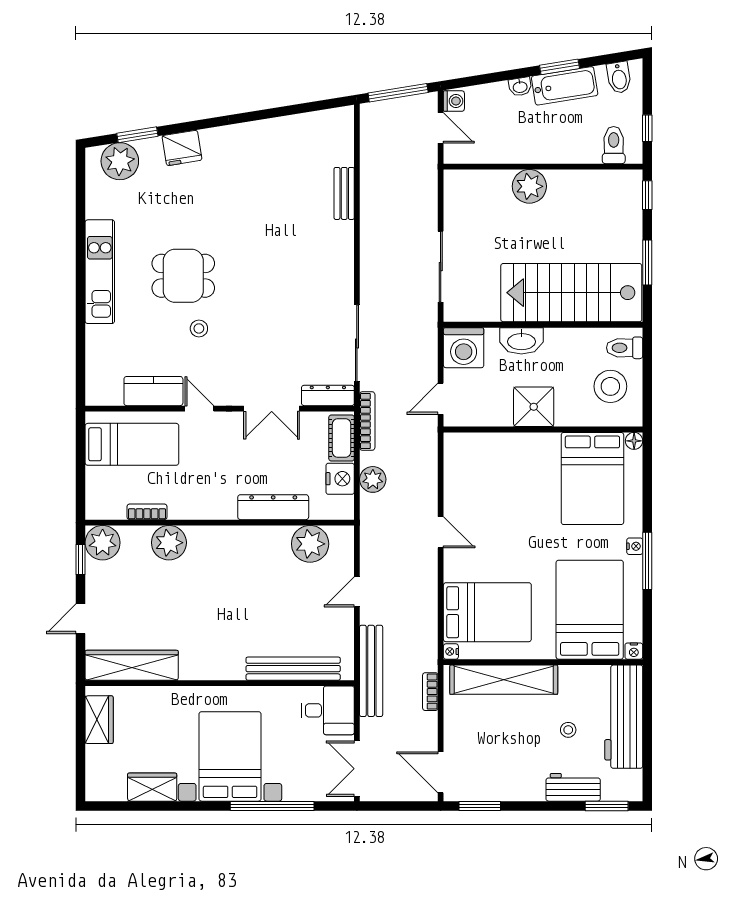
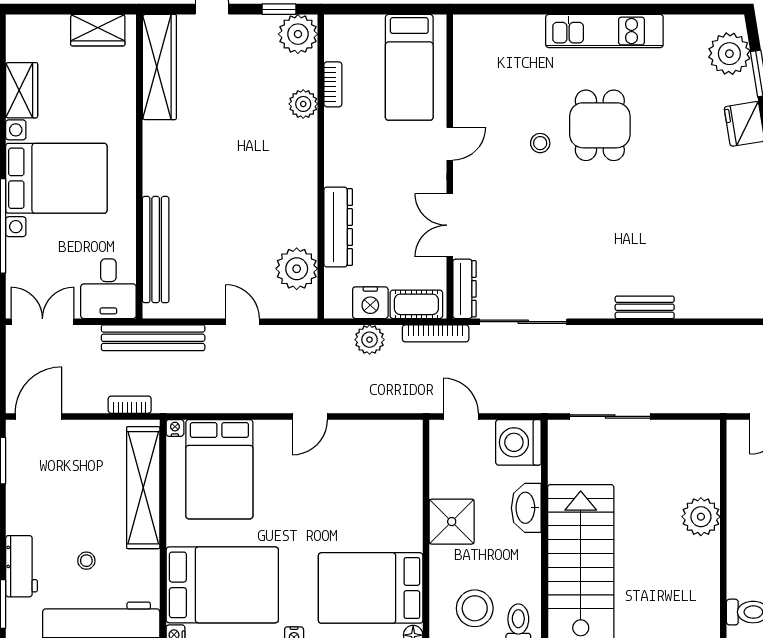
bench: (344, 193) -> (645, 307), moved
kitchen counter: (153, 391) -> (469, 92), removed
plant: (169, 543) -> (303, 104), width x0.73, depth x0.73

